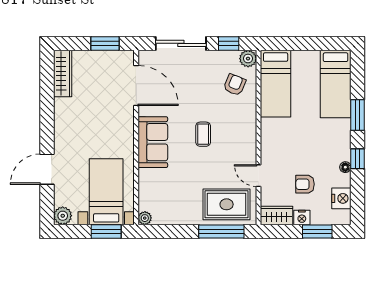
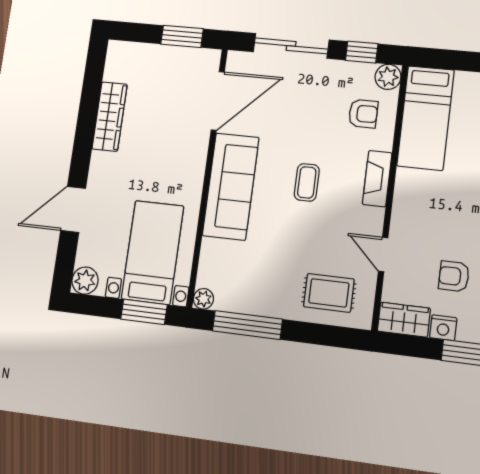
wardrobe: (63, 73) -> (110, 117), moved
armchair: (235, 85) -> (363, 114), turned 68
door: (136, 86) -> (218, 101), hinge flipped
fireplace: (249, 127) -> (377, 179), added
sofa: (153, 142) -> (231, 186), width x1.36
rug: (227, 204) -> (329, 293), width x0.73, depth x0.70
window: (221, 231) -> (247, 325), moved

